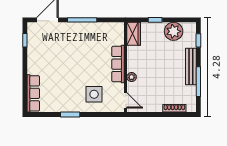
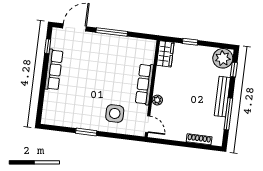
plant: (174, 31) -> (223, 58), moved
row of seats: (33, 93) -> (54, 70), moved

